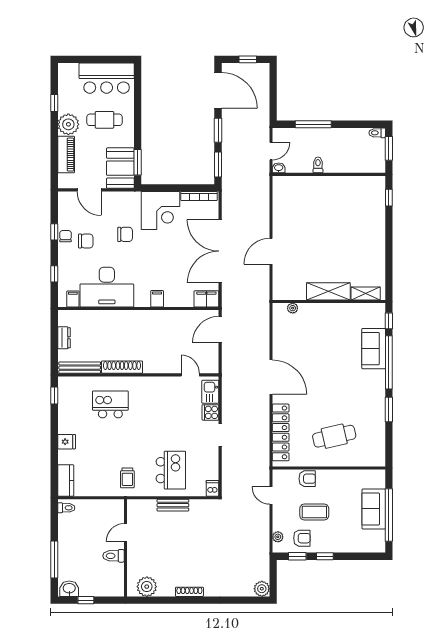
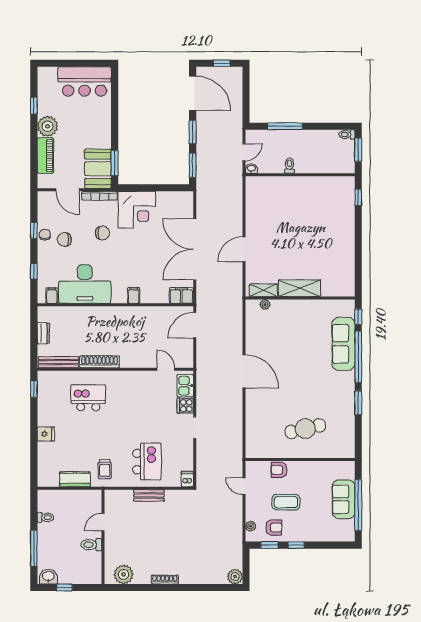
cafe table: (105, 120) -> (83, 122), removed
bookcase: (199, 196) -> (100, 196), moved
chair: (86, 241) -> (64, 239), turned 180
shelving: (366, 293) -> (263, 290), moved
sofa: (374, 349) -> (343, 344), width x1.36
locker: (281, 432) -> (253, 425), removed
armchair: (307, 479) -> (279, 470), turned 180
kitchen counter: (66, 480) -> (75, 479), moved, turned -90
toilet: (66, 508) -> (45, 517), moved

